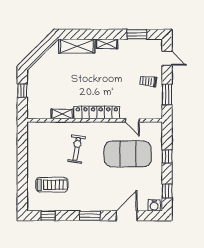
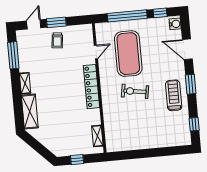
window: (137, 34) -> (13, 55), width x1.44
window: (167, 94) -> (56, 22), moved
shelving: (62, 114) -> (97, 136), moved
exercise bike: (77, 149) -> (135, 91), moved
window: (167, 156) -> (127, 16), width x3.17
treadmill: (52, 185) -> (174, 95), moved

